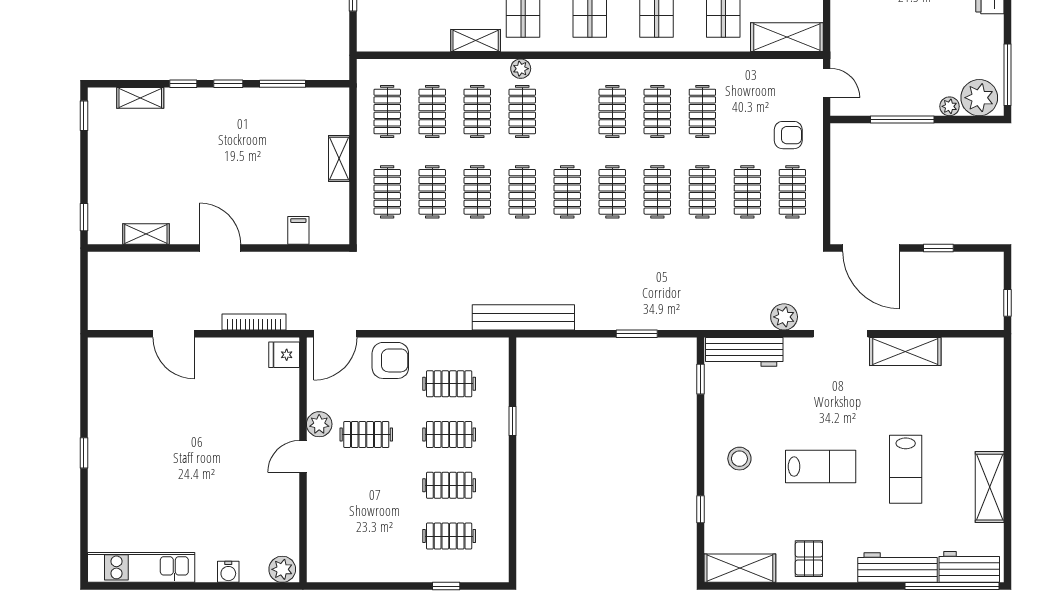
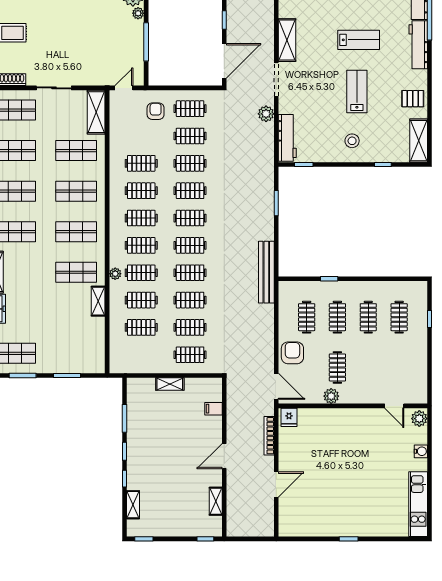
clothes rail: (387, 111) -> (141, 245), moved
door: (303, 456) -> (394, 406), moved

